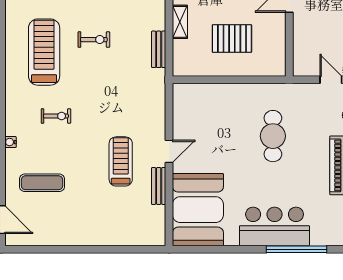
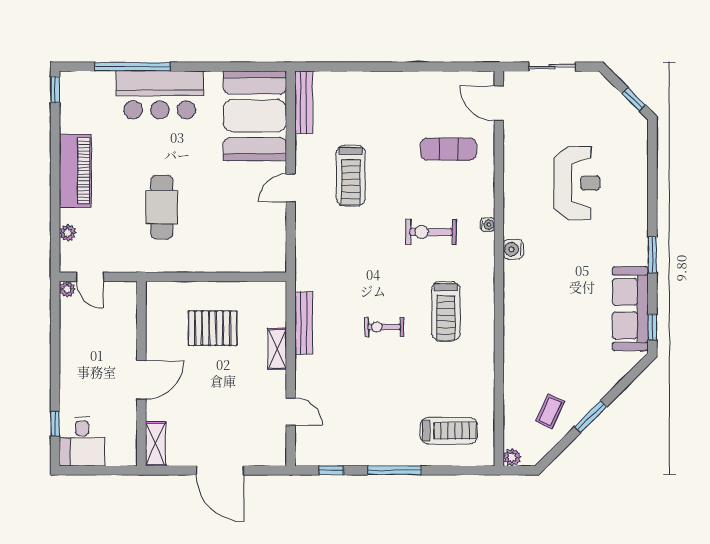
bench: (159, 49) -> (304, 323), width x1.36
treadmill: (44, 52) -> (446, 311), width x0.73, depth x0.73
exercise bike: (56, 116) -> (431, 232), width x1.38, depth x1.39
water cooler: (10, 142) -> (488, 225), moved
bench: (159, 186) -> (304, 102), moved, width x1.36

